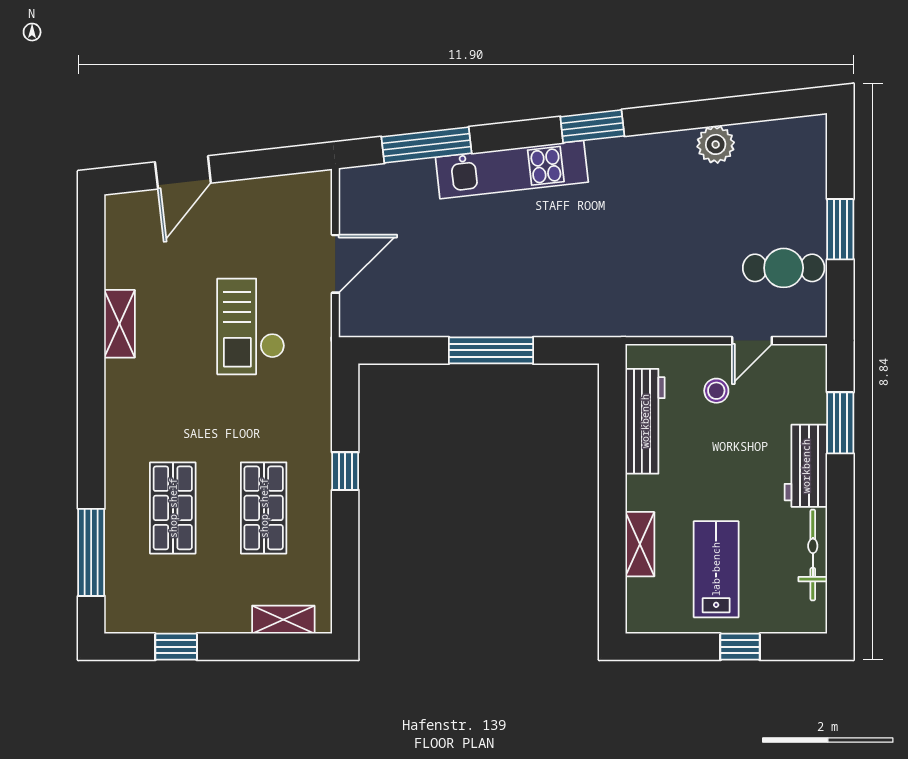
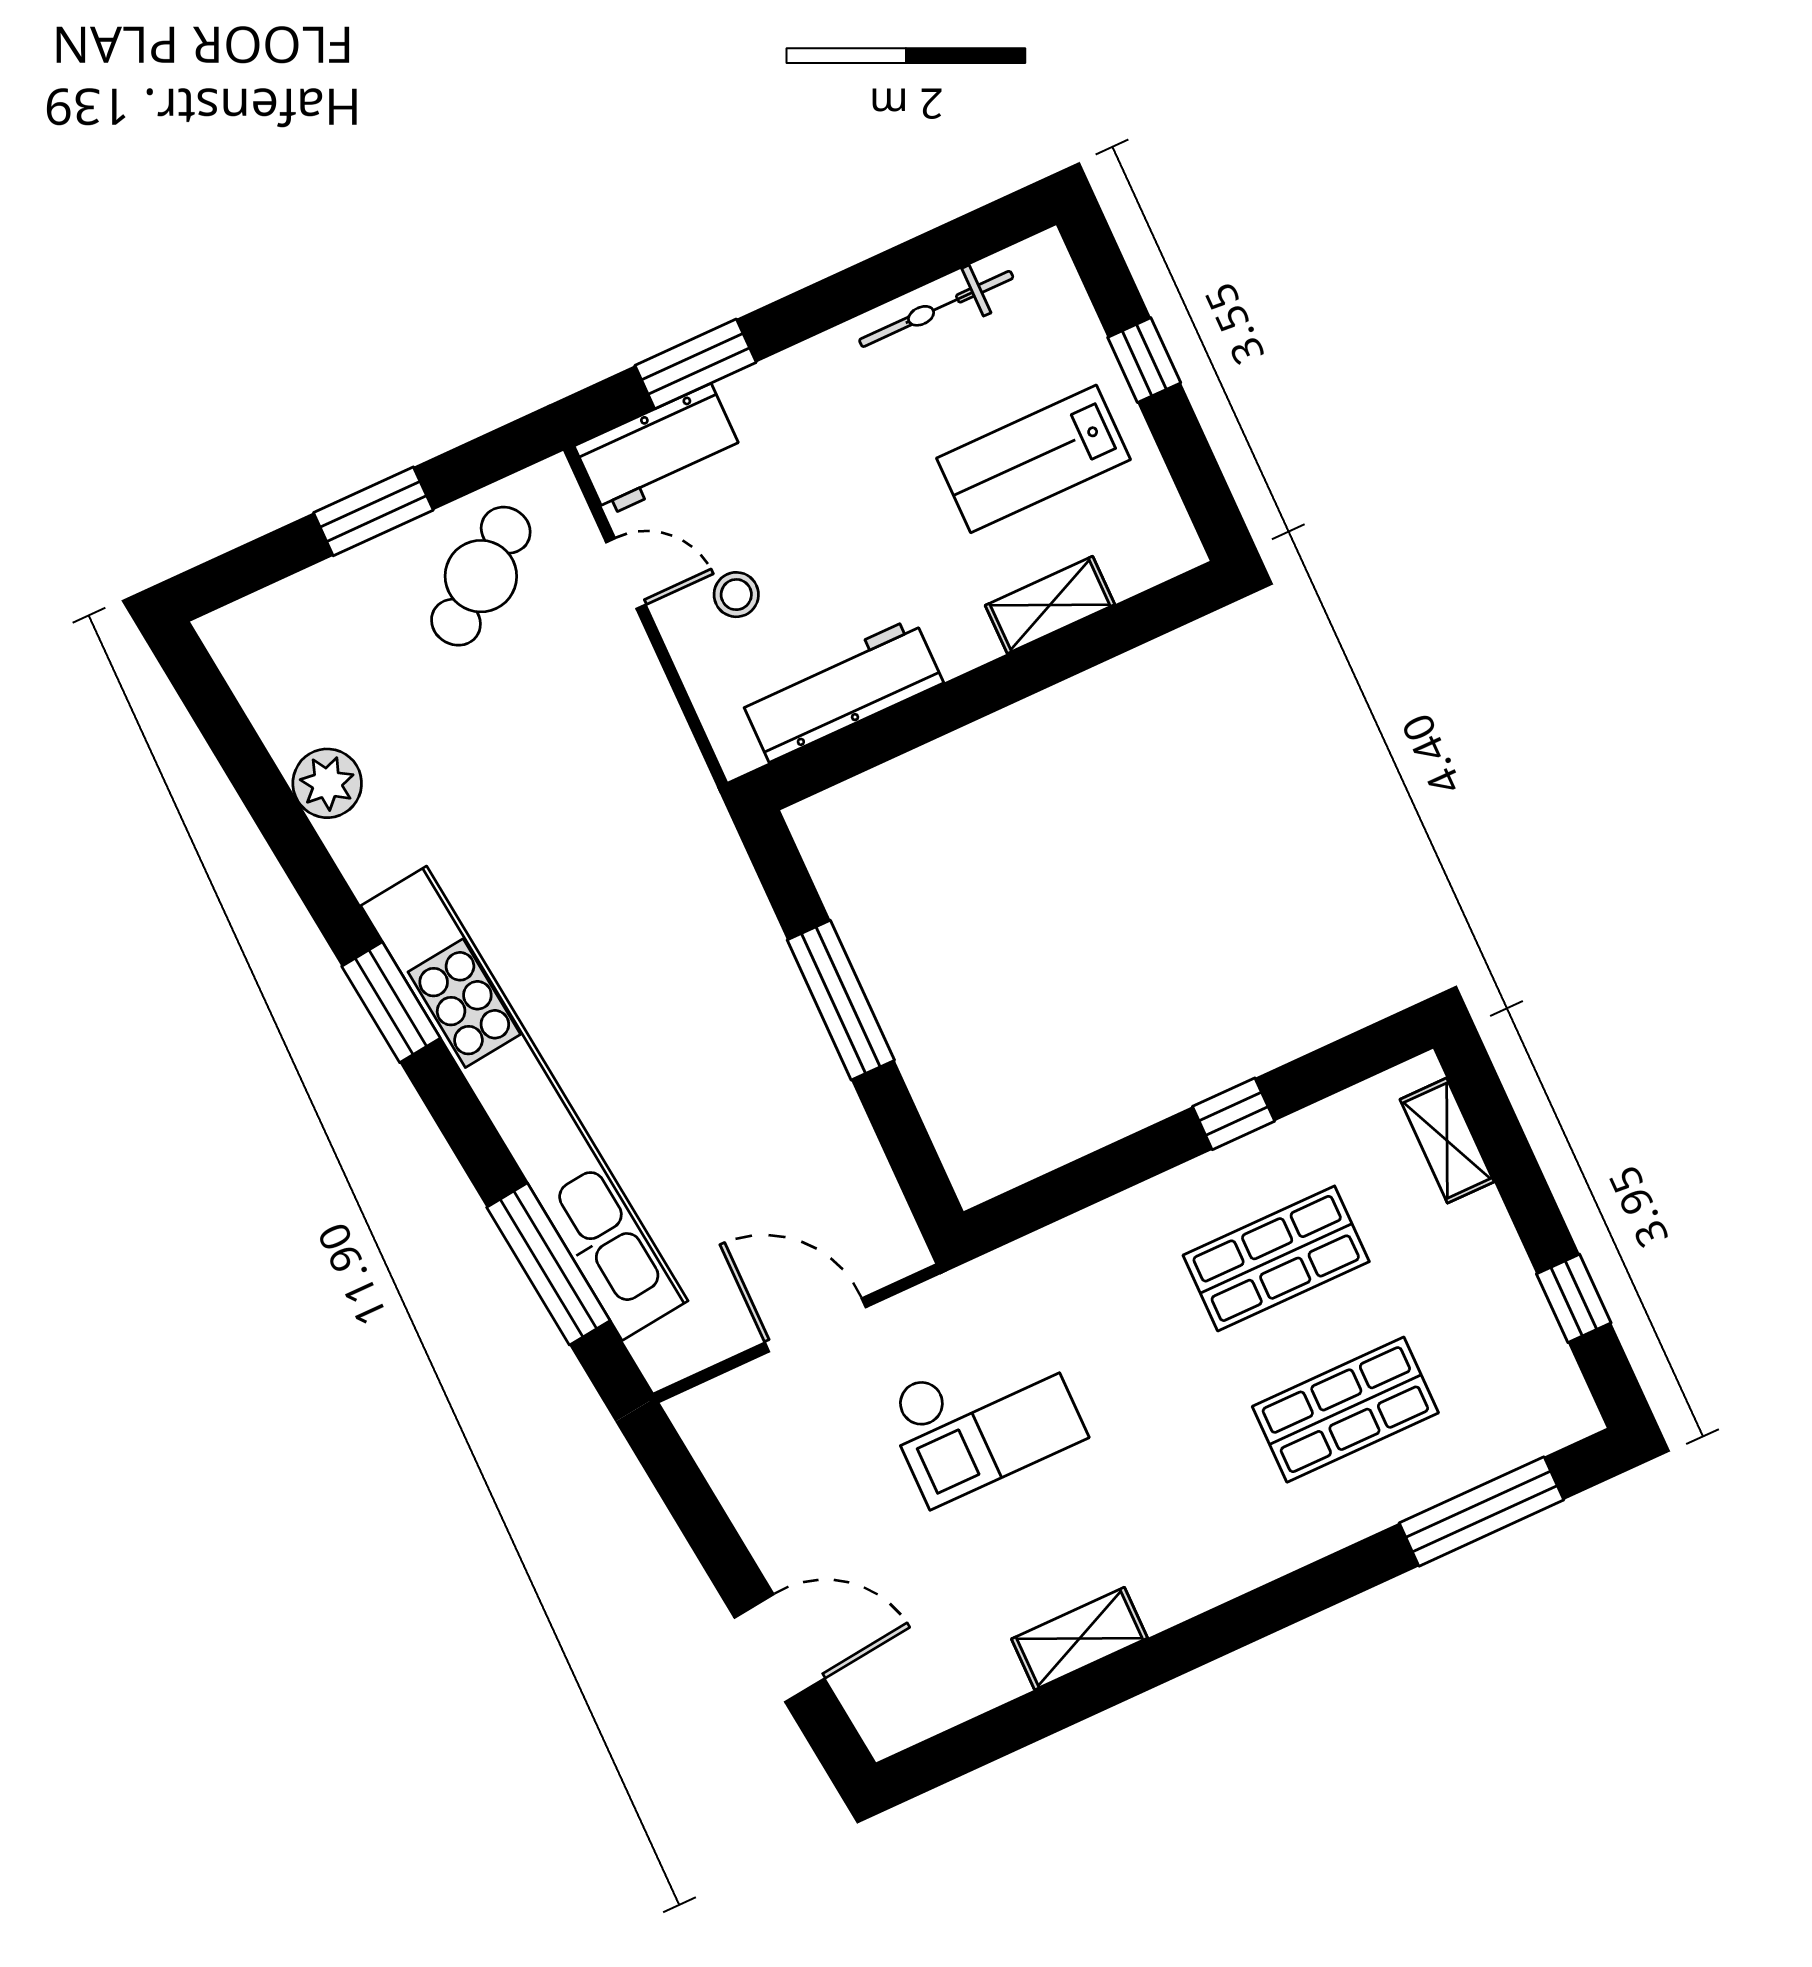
kitchen unit: (512, 170) -> (524, 1103), width x1.86
cafe table: (784, 268) -> (481, 576), turned 53
workbench: (806, 466) -> (659, 450), moved
window: (345, 471) -> (1234, 1114), moved

